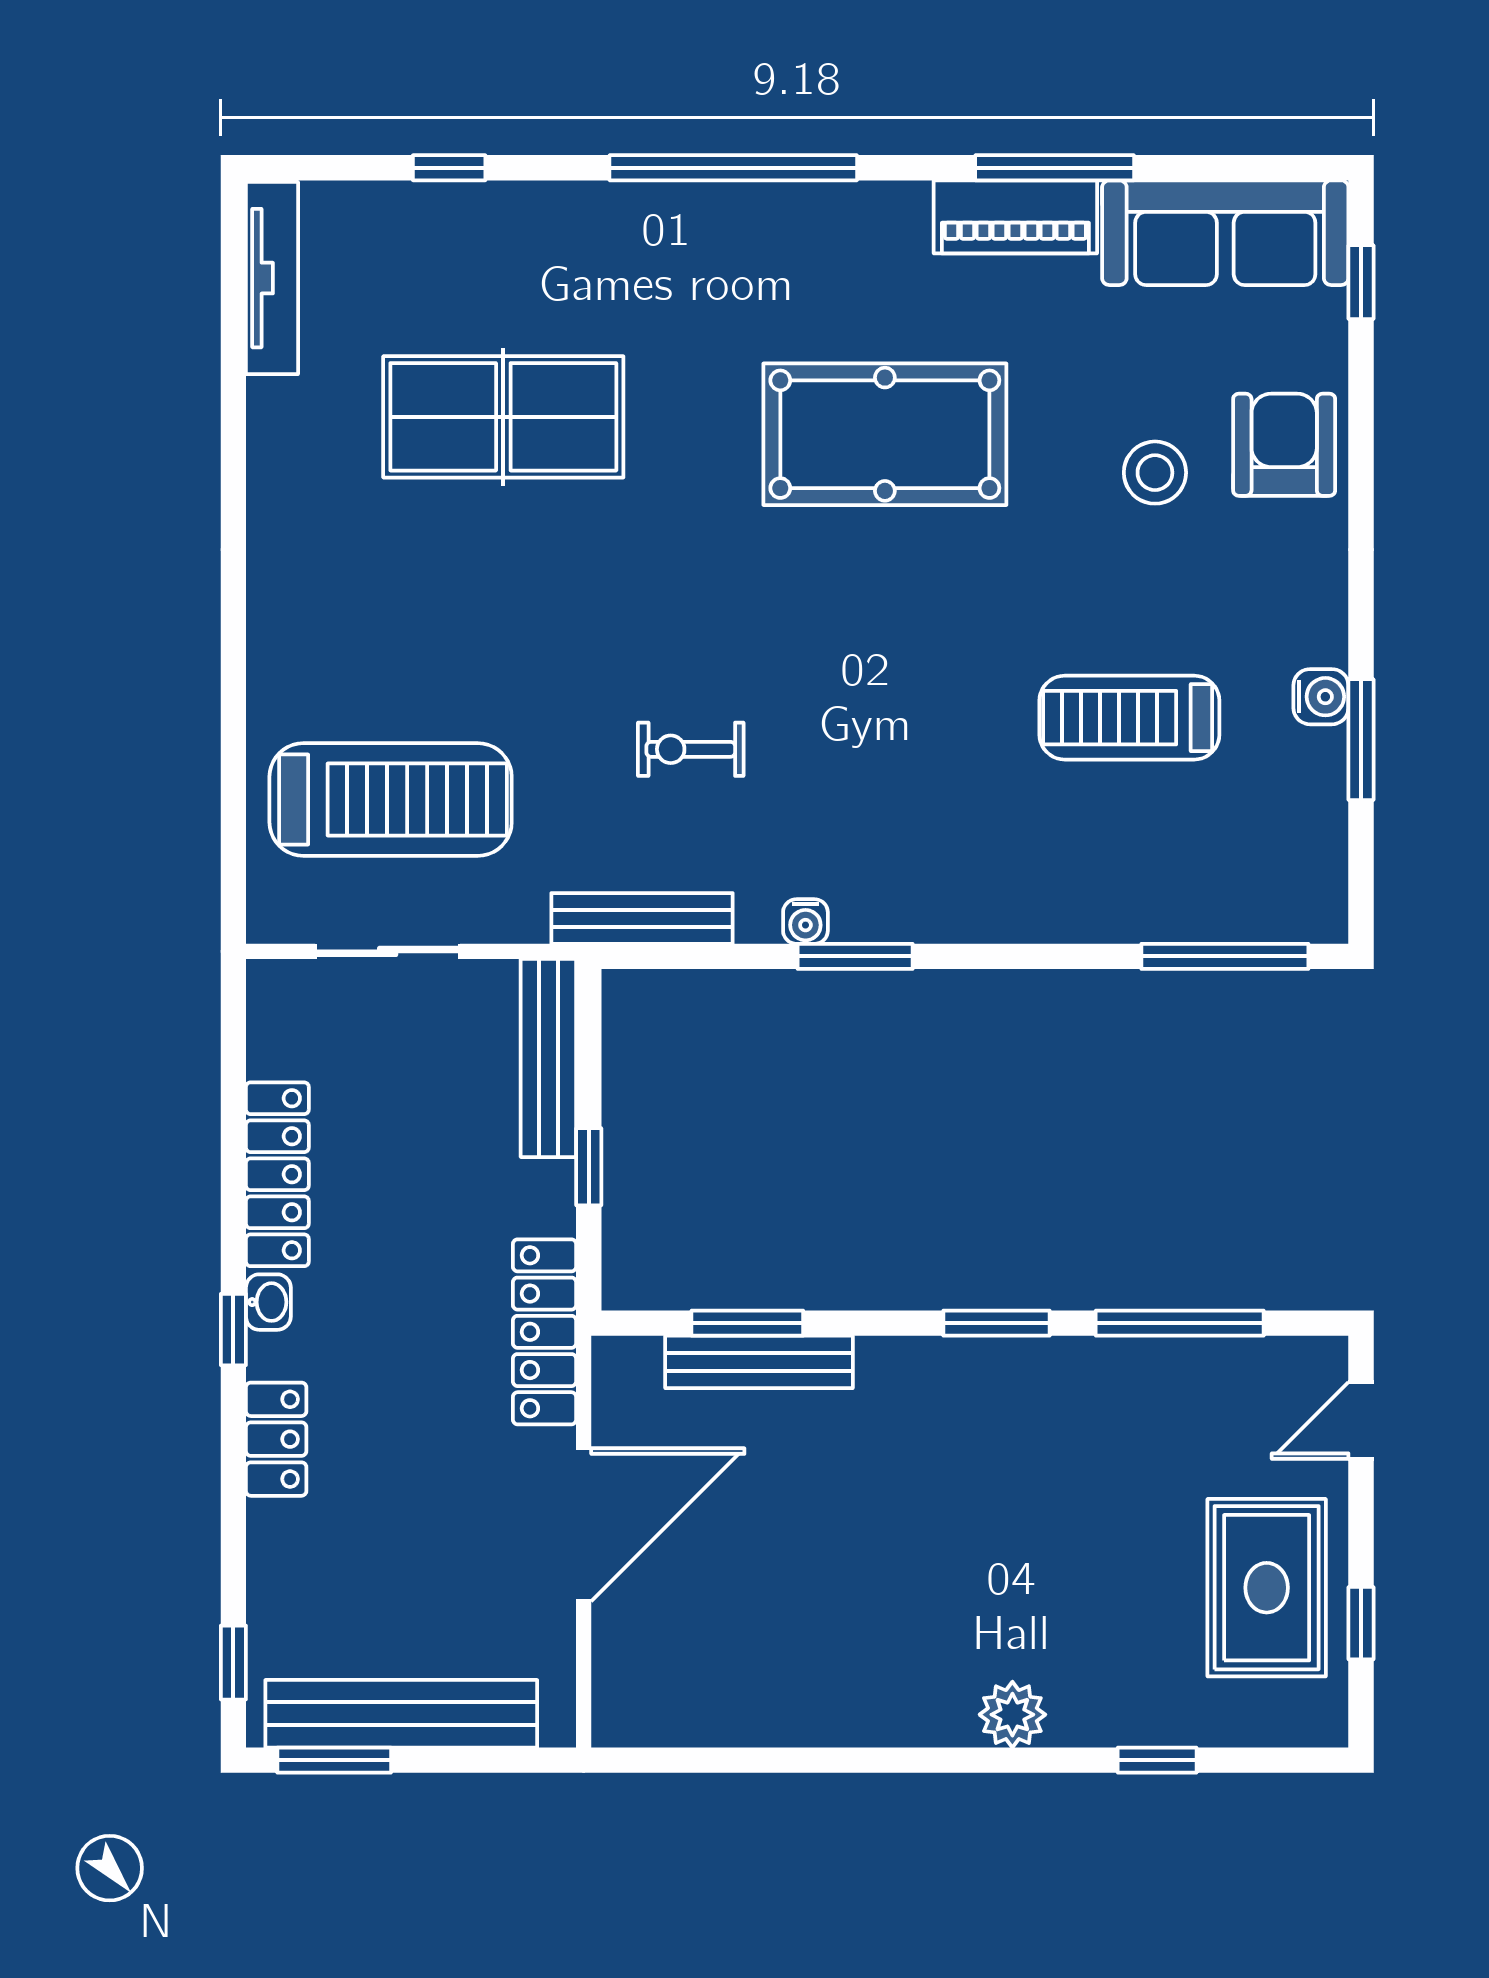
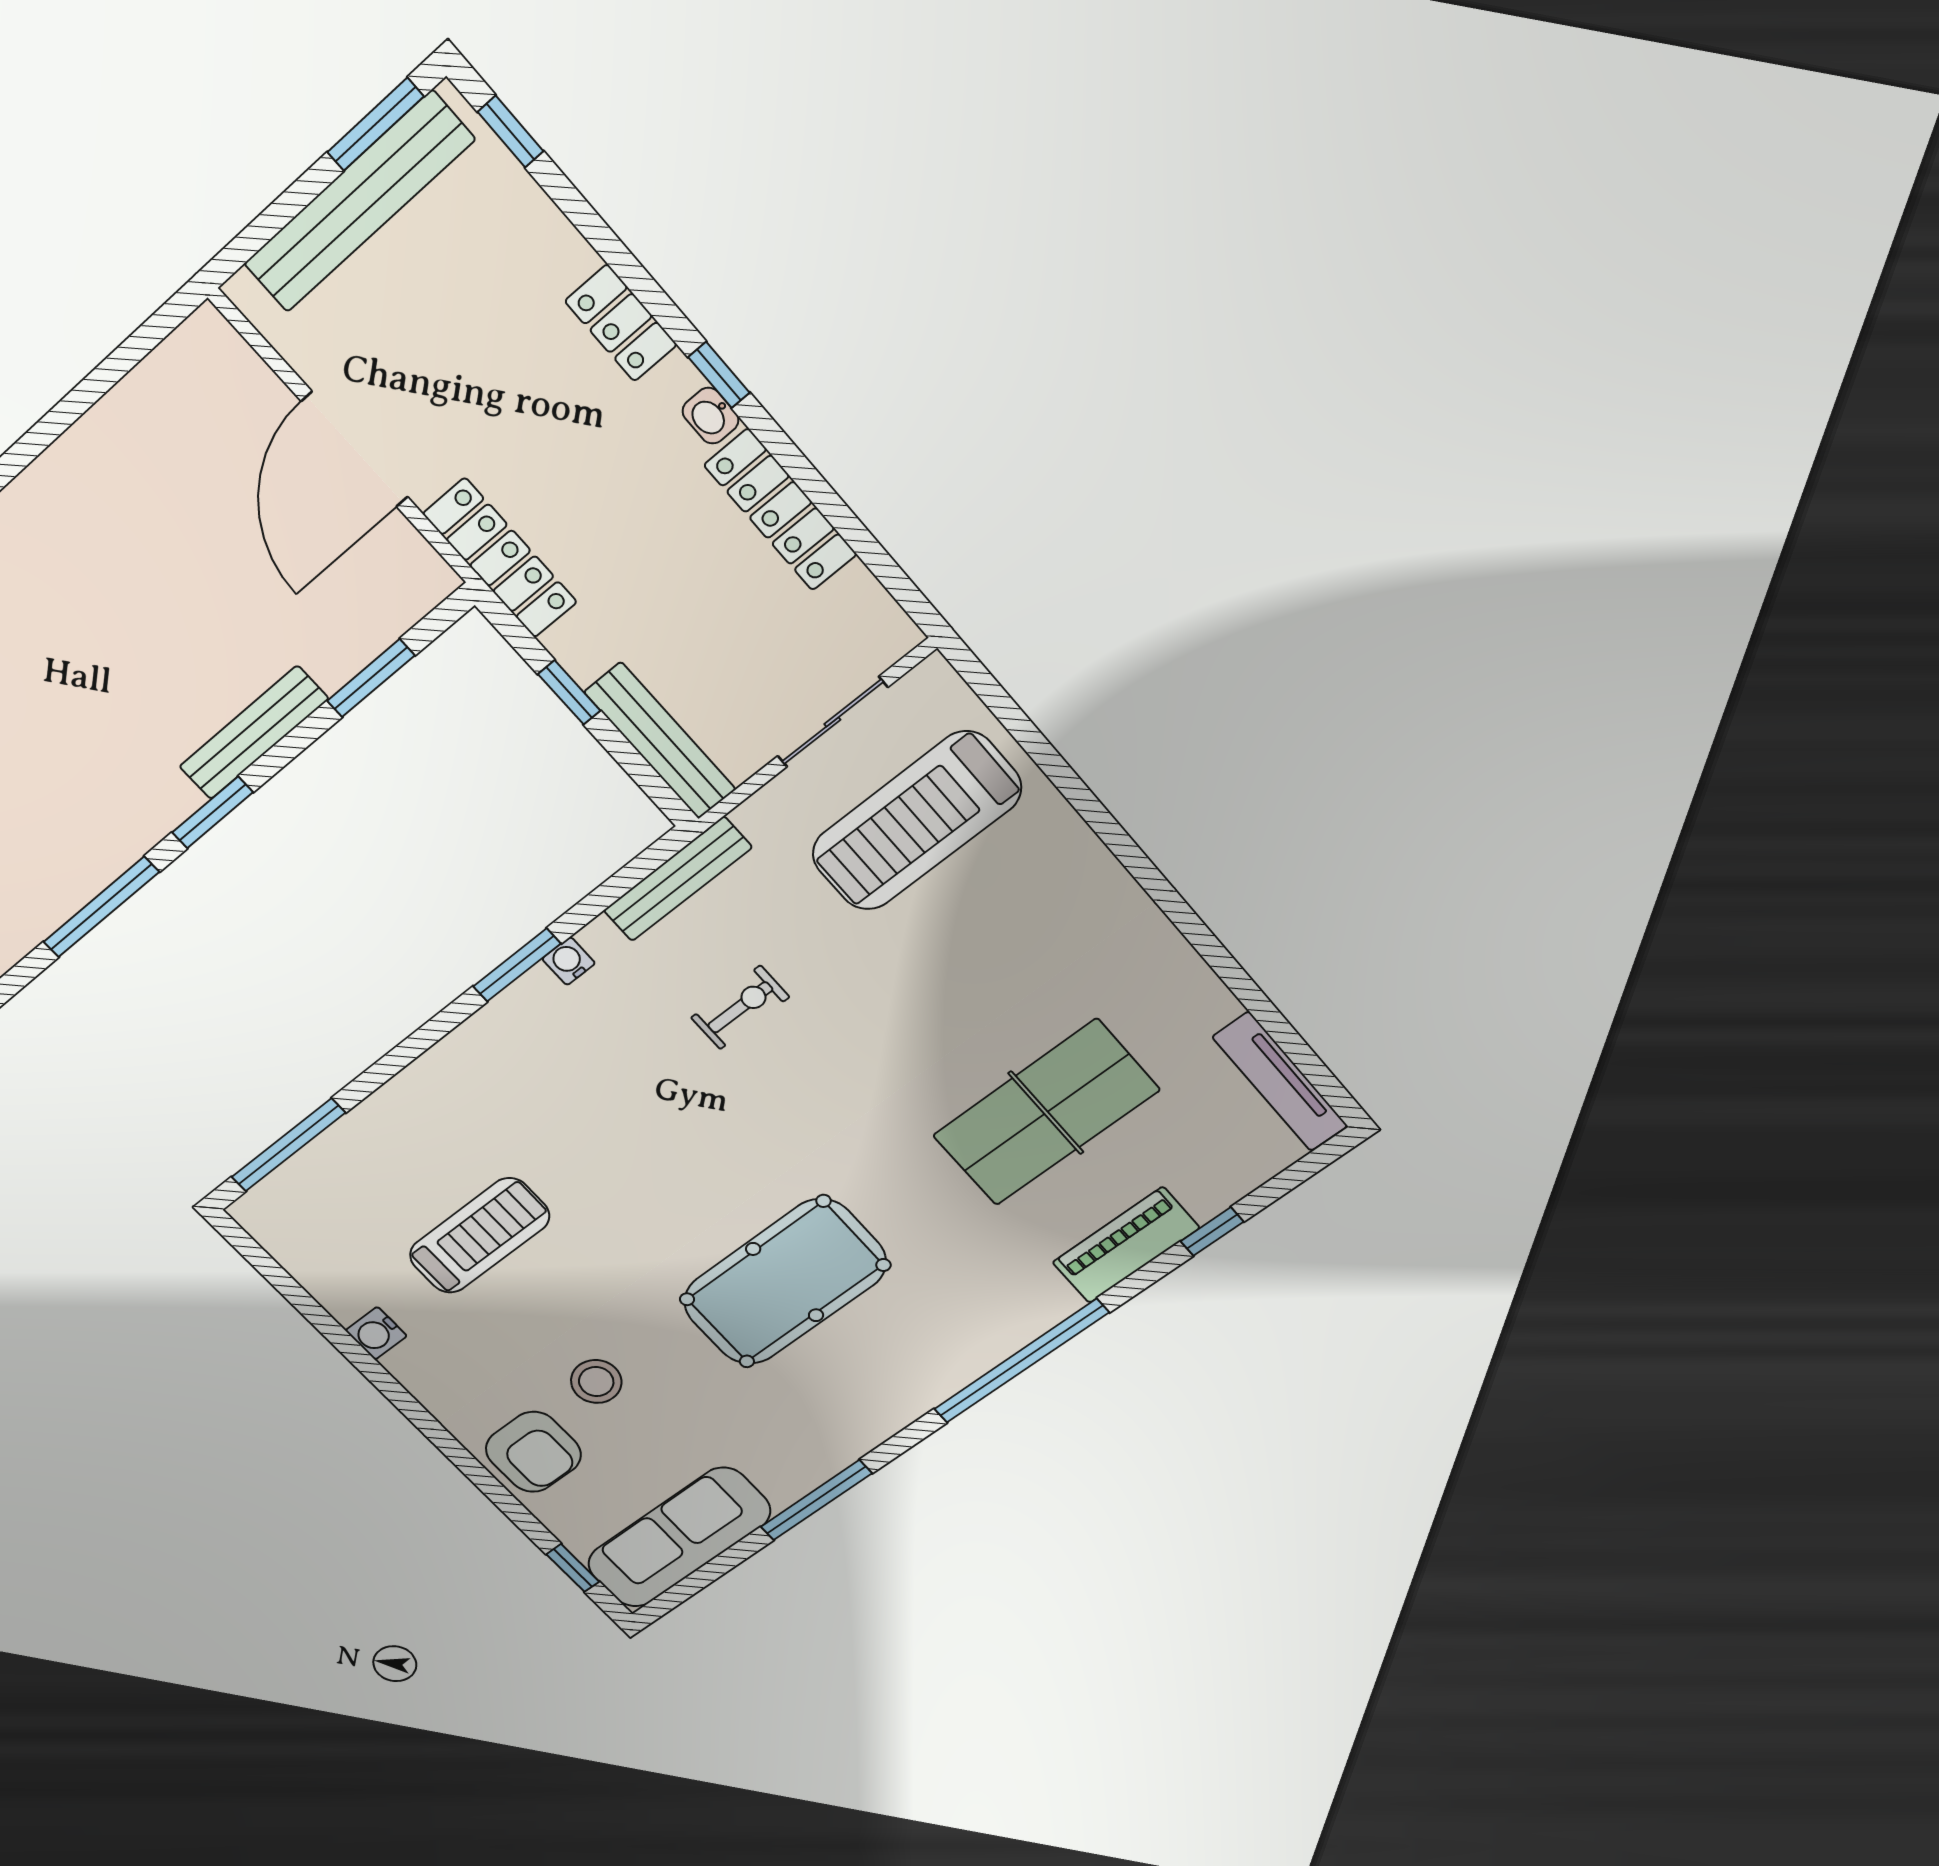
piano: (1015, 217) -> (1126, 1245), moved
window: (1361, 740) -> (329, 1328), removed
bench: (759, 1362) -> (254, 733), moved

